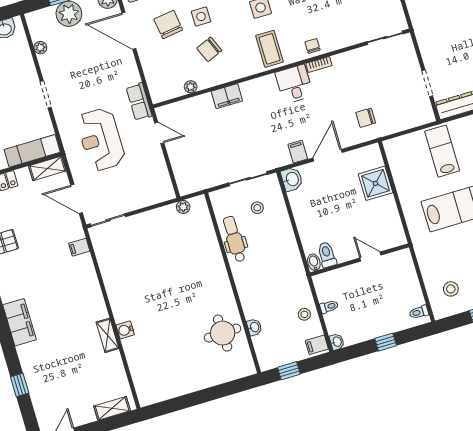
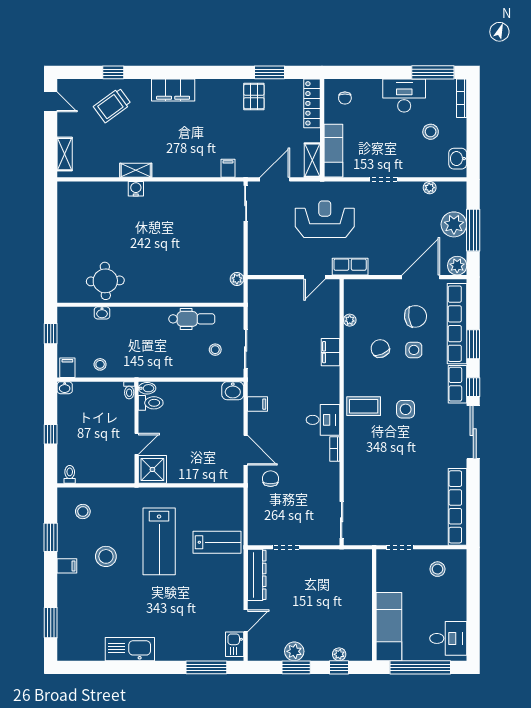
chair: (313, 46) -> (354, 448), removed
door: (328, 155) -> (246, 450), moved
shower: (375, 183) -> (152, 469), moved
toilet: (329, 307) -> (129, 390), moved
trolley: (52, 376) -> (112, 105), added

